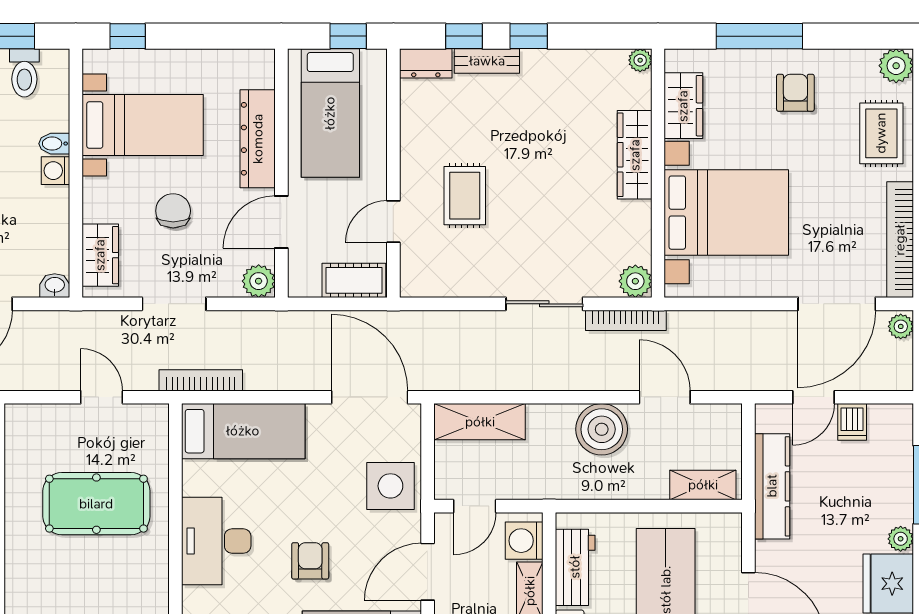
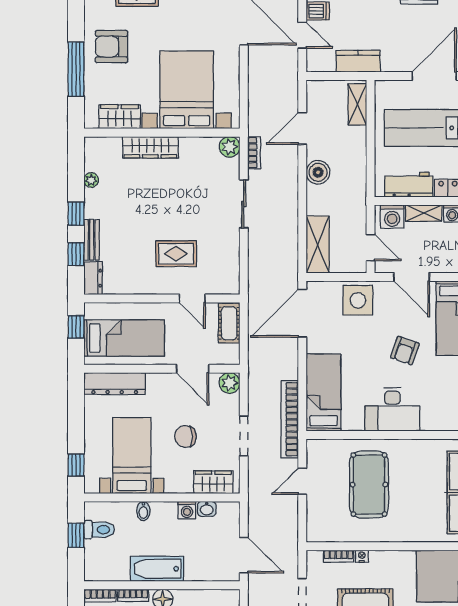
plant: (640, 60) -> (91, 180), moved
armchair: (795, 93) -> (112, 47), width x1.38, depth x1.38
dresser: (258, 139) -> (115, 384), moved
washing machine: (56, 171) -> (187, 510), moved
washbasin: (55, 286) -> (207, 509), moved, turned -90
bookcase: (626, 320) -> (254, 153), width x0.64
bookcase: (201, 380) -> (290, 419), width x1.48, depth x1.31
boiler: (602, 429) -> (318, 172), width x0.73, depth x0.73
kitchen counter: (772, 486) -> (358, 61), width x0.67
armchair: (310, 561) -> (405, 351), turned -71

